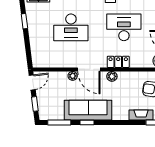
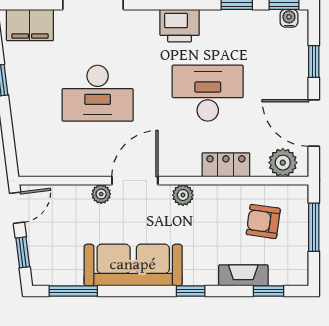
locker: (118, 62) -> (226, 165), moved
door: (89, 69) -> (135, 181), swing flipped
window: (87, 123) -> (191, 291), moved

